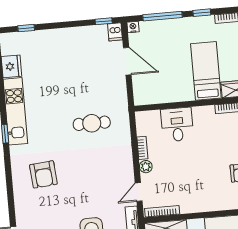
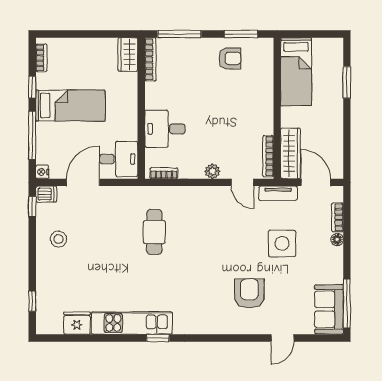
stool: (79, 45) -> (59, 239), added
bed: (206, 71) -> (70, 106), moved, turned 180
desk: (149, 89) -> (119, 159), added
bookcase: (142, 148) -> (164, 173), moved
armchair: (43, 174) -> (249, 293), moved, turned -85

